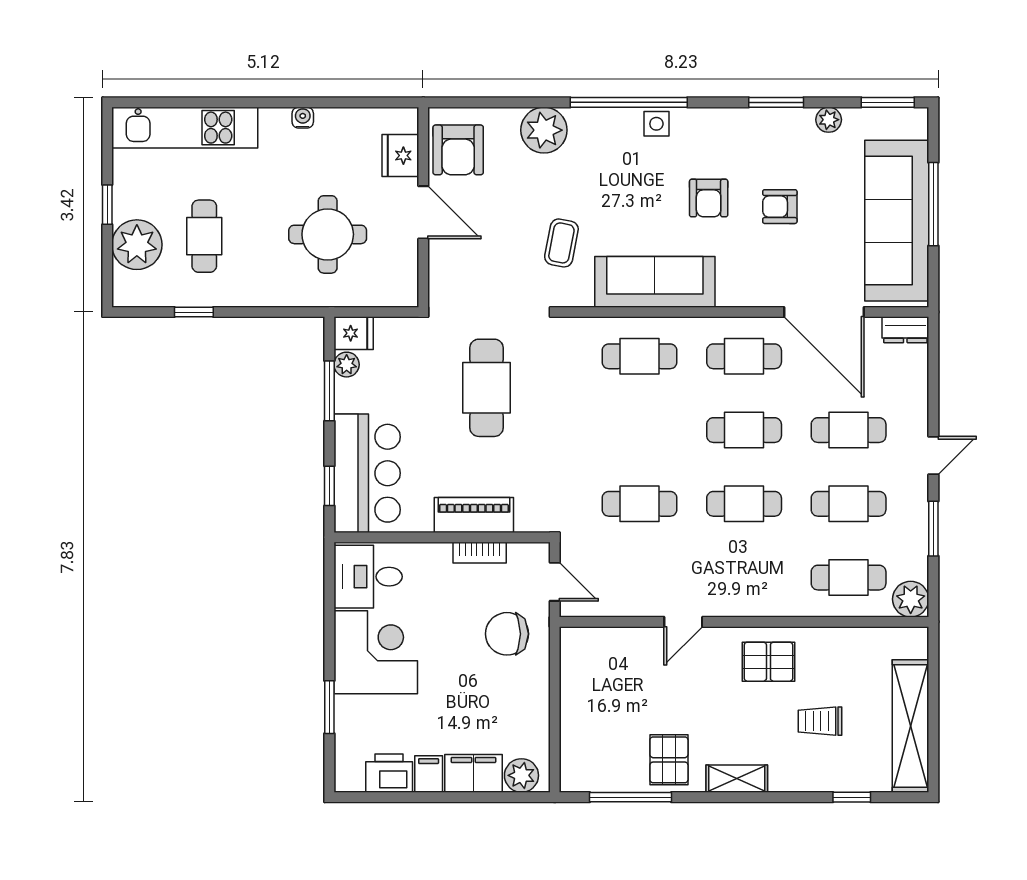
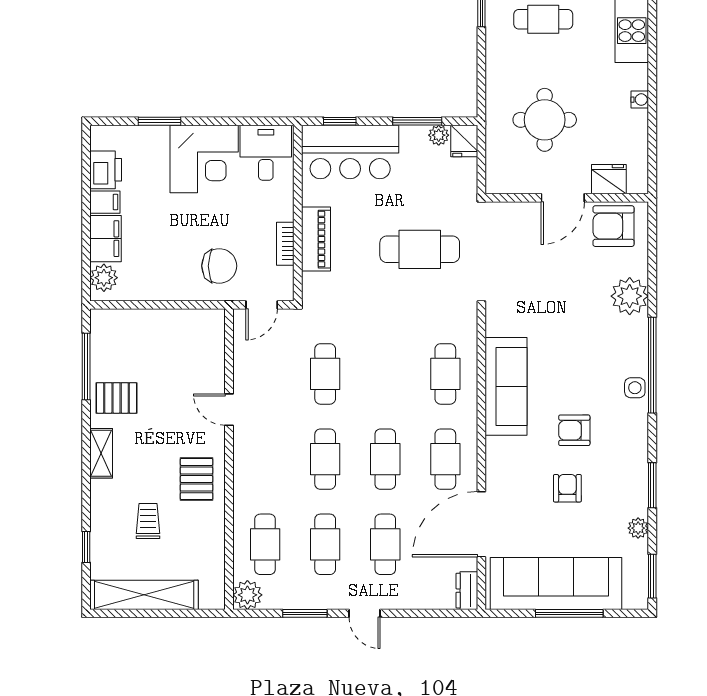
coffee table: (561, 243) -> (538, 310), removed
chair: (507, 634) -> (219, 266), turned 90

